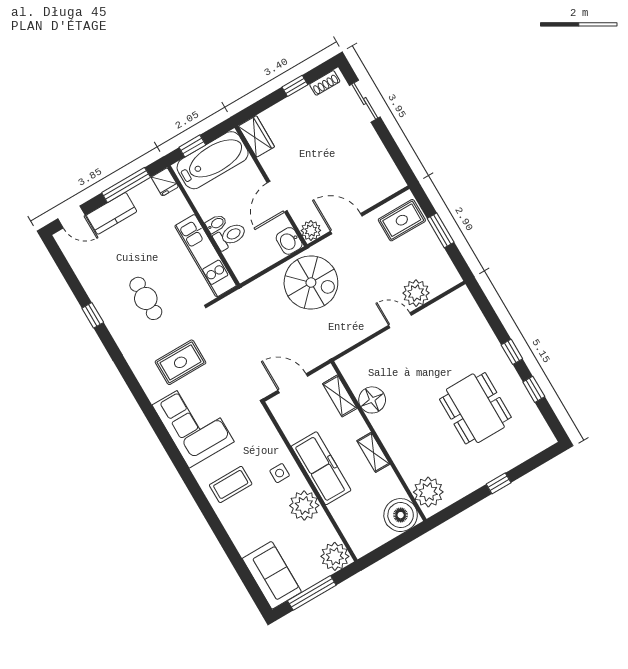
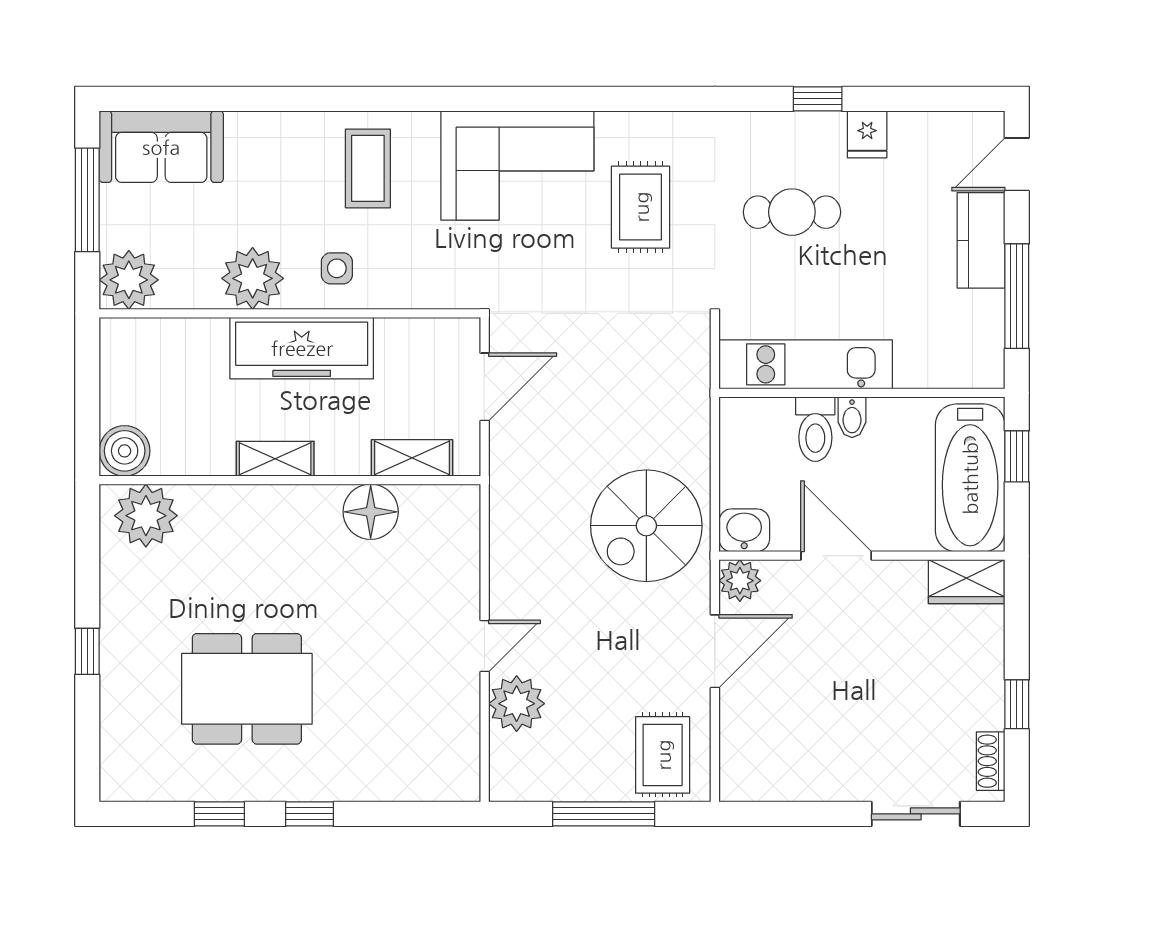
fridge: (165, 182) -> (867, 134), moved, turned -90
window: (441, 230) -> (604, 814), width x1.44
boiler: (401, 515) -> (125, 451), width x0.73, depth x0.73

